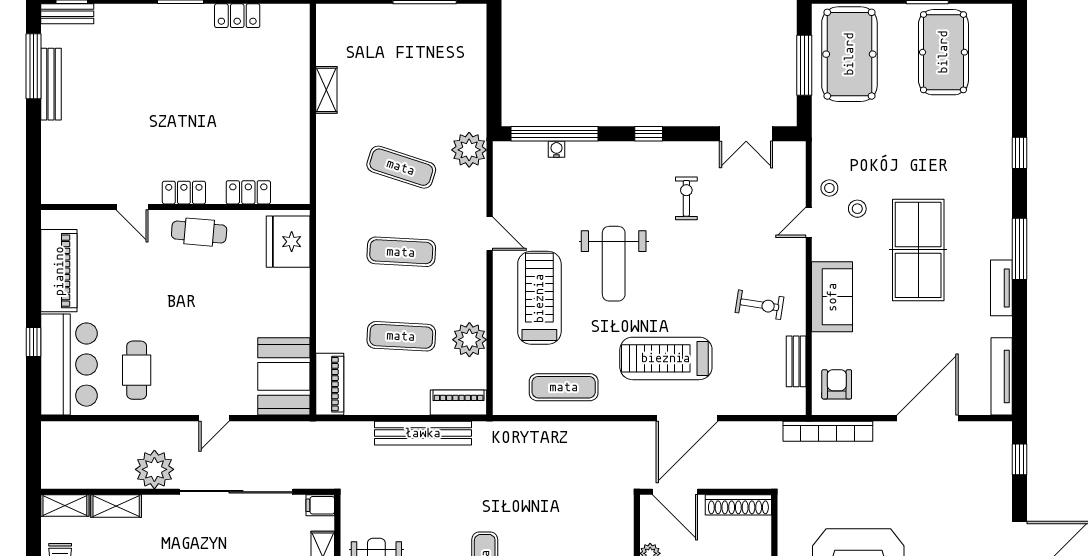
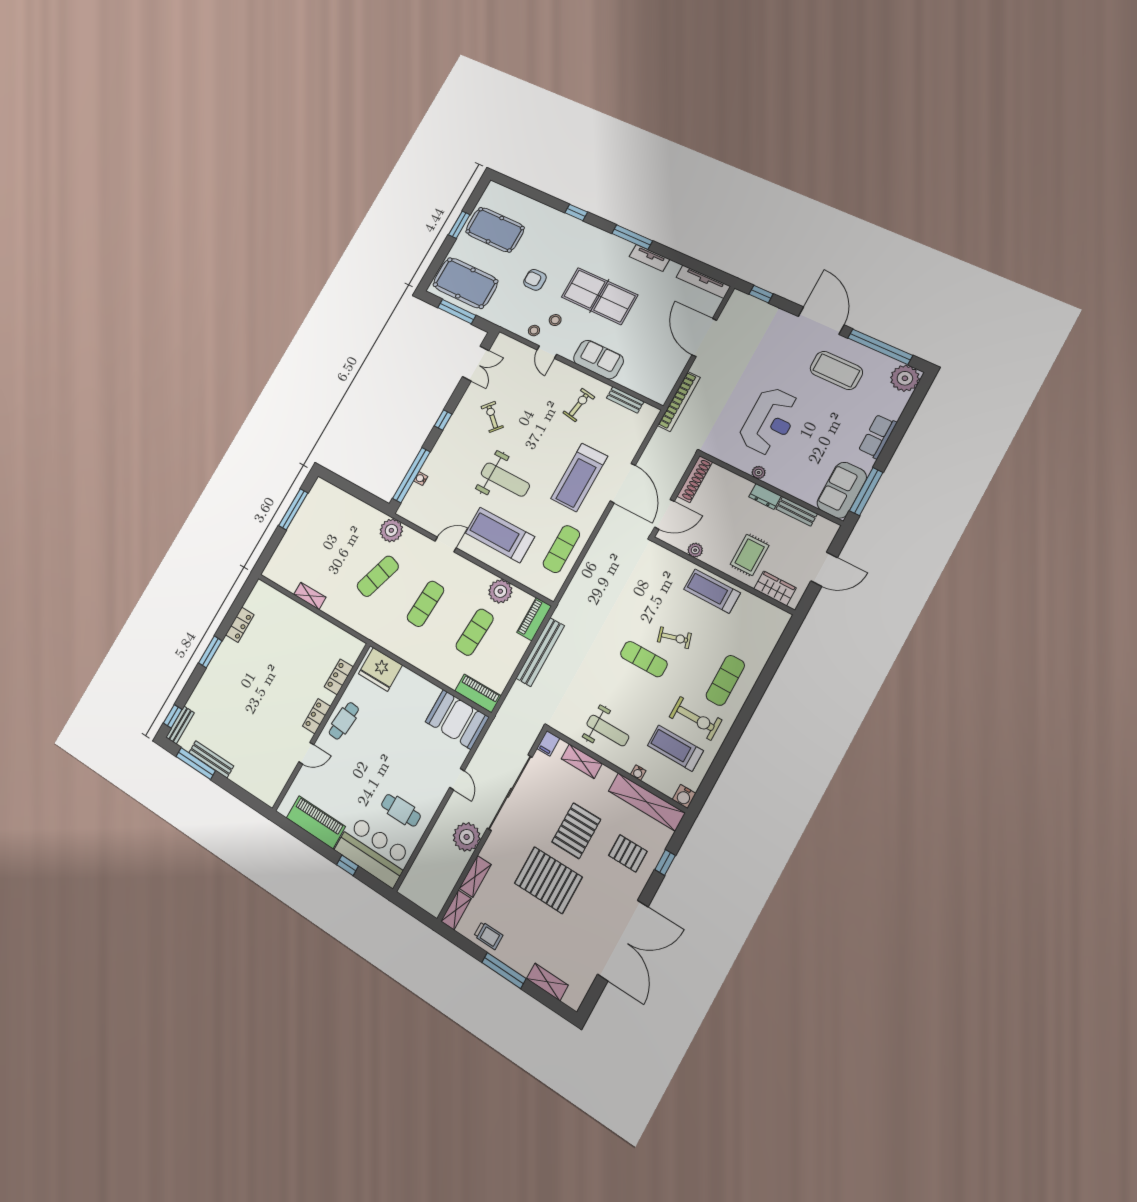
exercise bike: (686, 198) -> (492, 417), turned 42
armchair: (837, 384) -> (535, 280), moved

